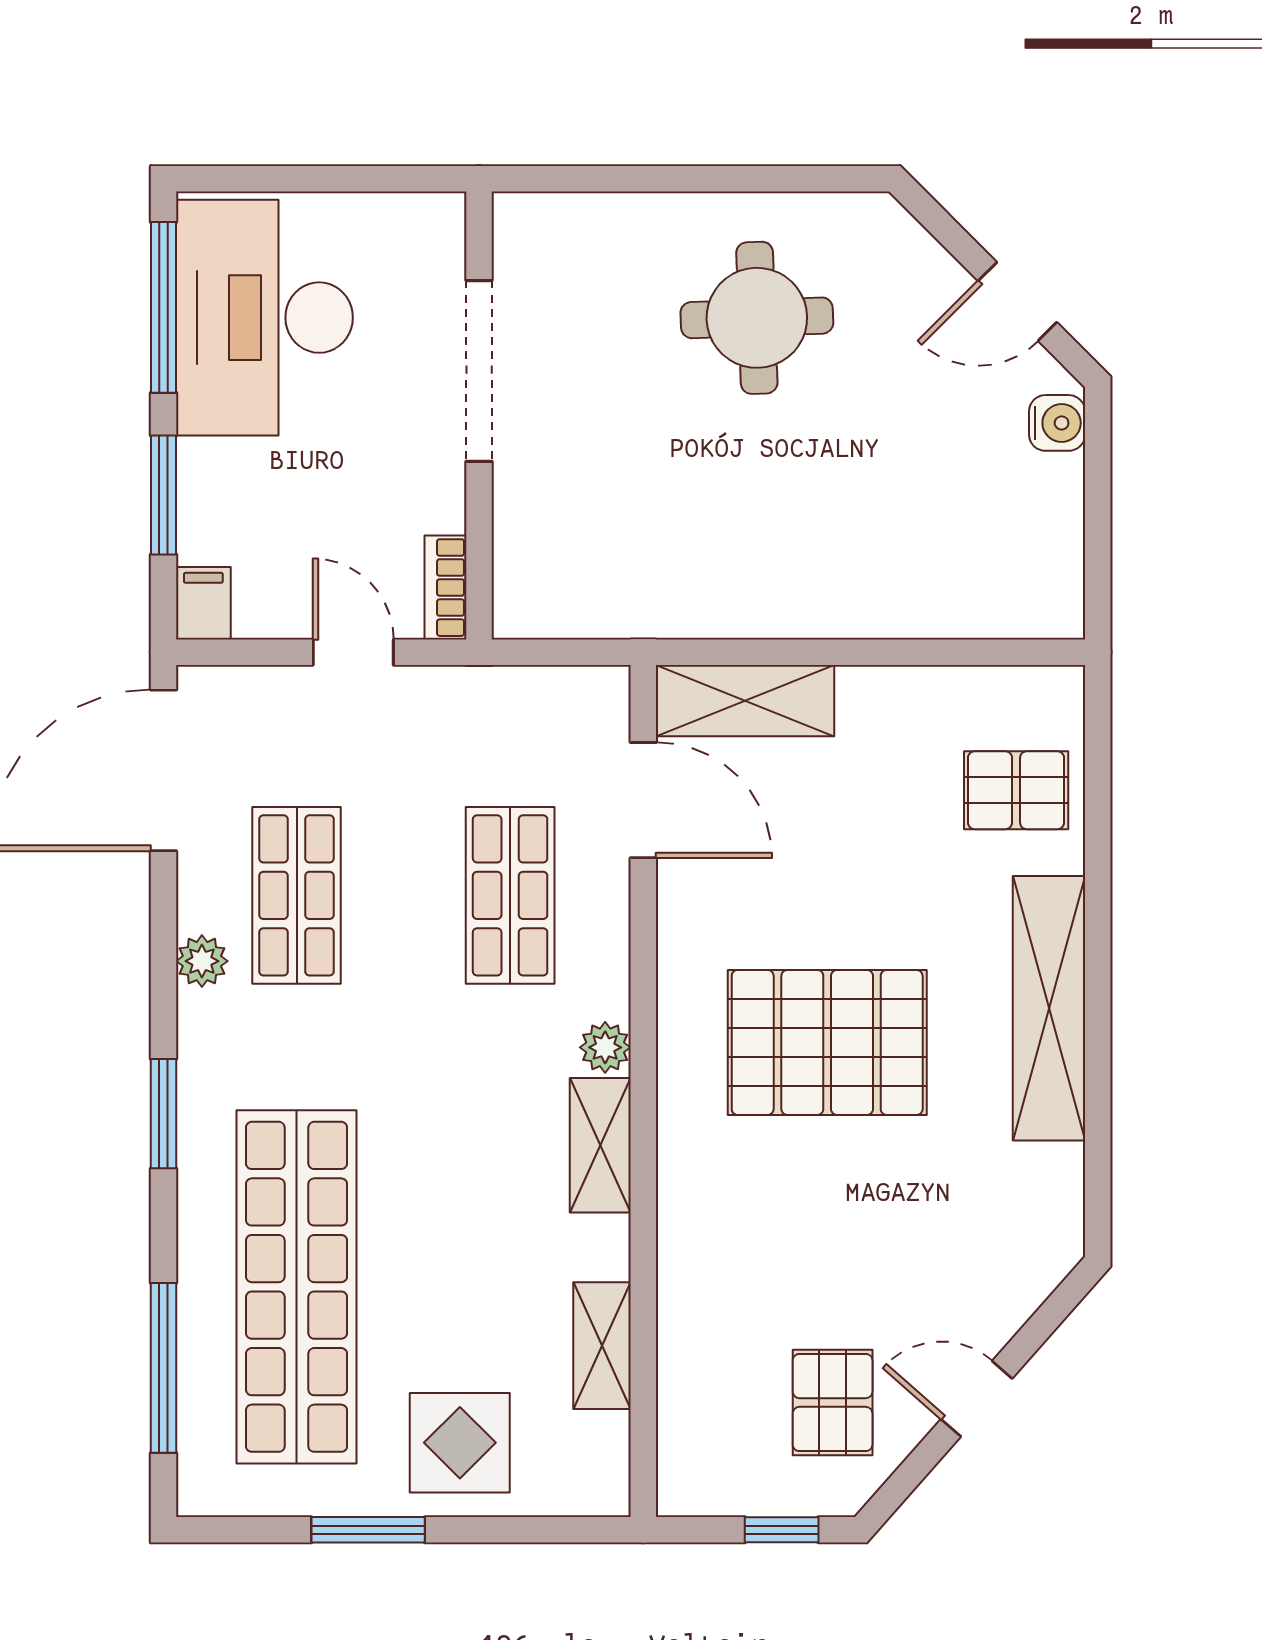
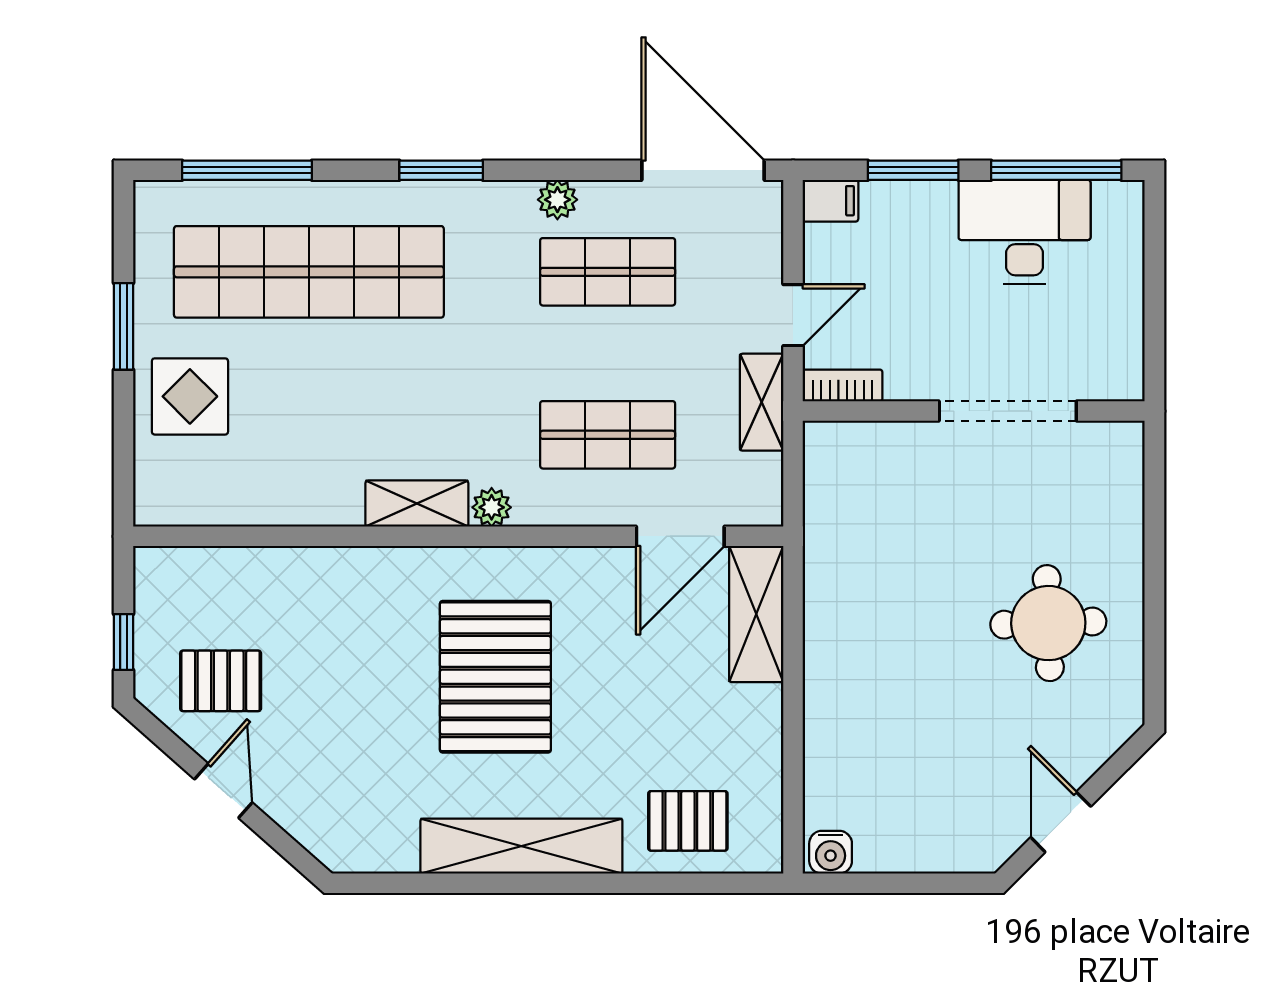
desk: (264, 318) -> (1025, 232), width x0.73, depth x0.77
water cooler: (1057, 423) -> (831, 852), moved
pallet: (1016, 790) -> (688, 821), turned 90
shelving: (602, 1346) -> (762, 402), moved, turned 90

